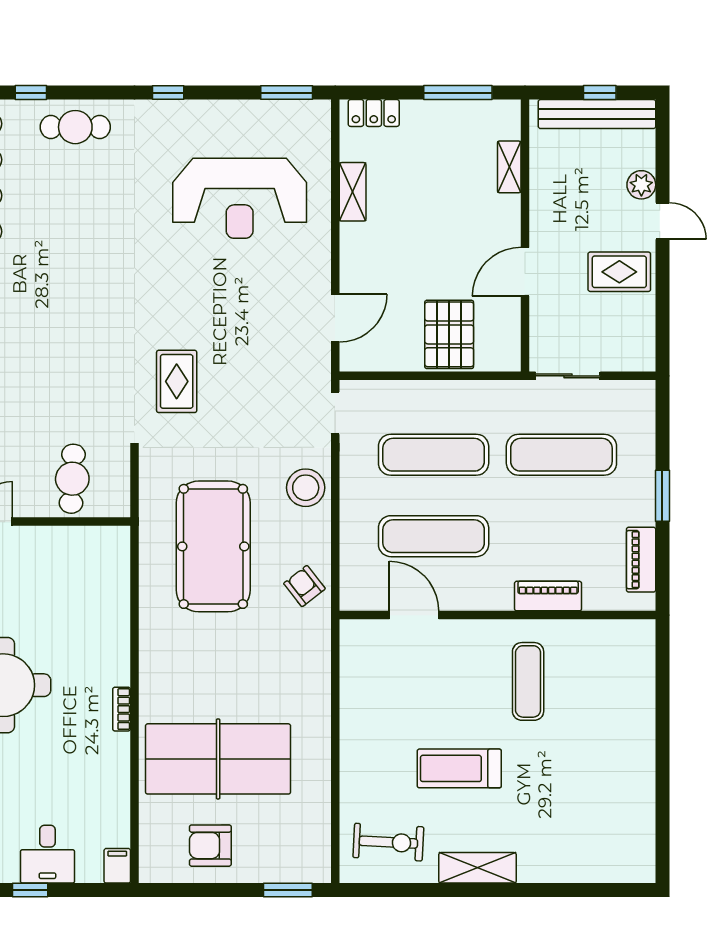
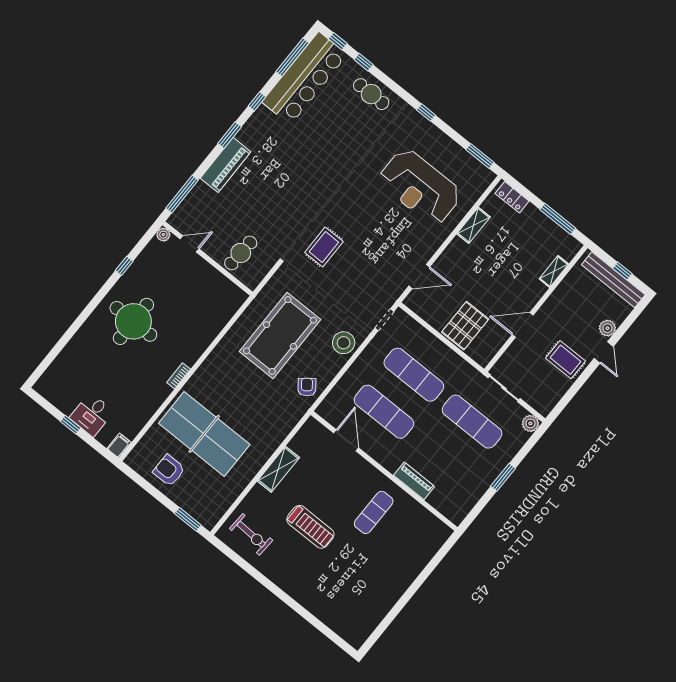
plant: (641, 394) -> (530, 423), added
piano: (641, 560) -> (470, 499), removed
treadmill: (459, 768) -> (310, 527), turned 180
shelving: (478, 868) -> (278, 469), moved, turned 90

